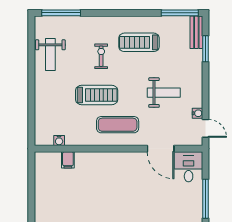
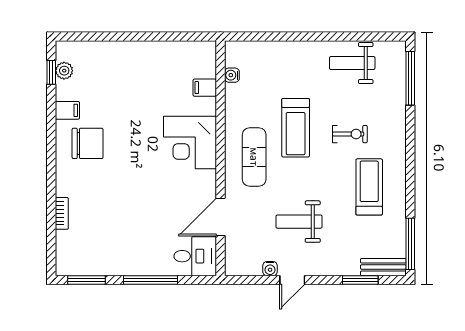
weight bench: (164, 93) -> (299, 222), turned 90
door: (205, 128) -> (292, 280), moved
corner desk: (107, 170) -> (190, 142), added

